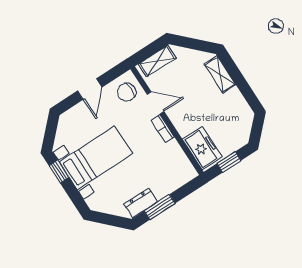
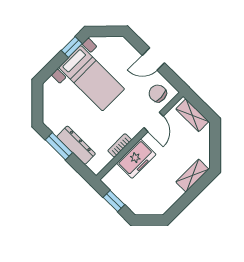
bookcase: (163, 129) -> (120, 145), moved
freezer: (202, 148) -> (136, 159), moved
dresser: (141, 203) -> (76, 145), moved, width x1.44

